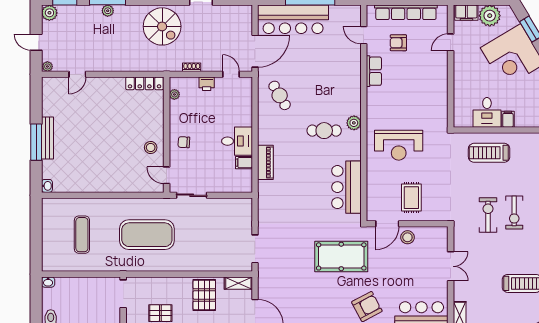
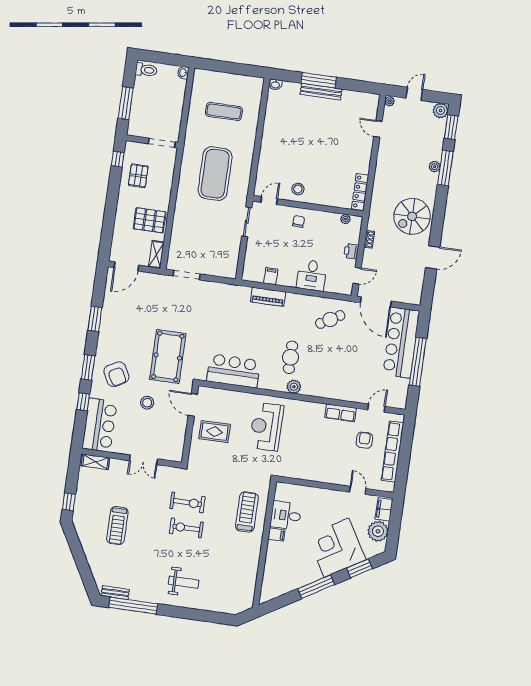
desk: (237, 141) -> (312, 275), moved
stool: (407, 237) -> (147, 403), moved

